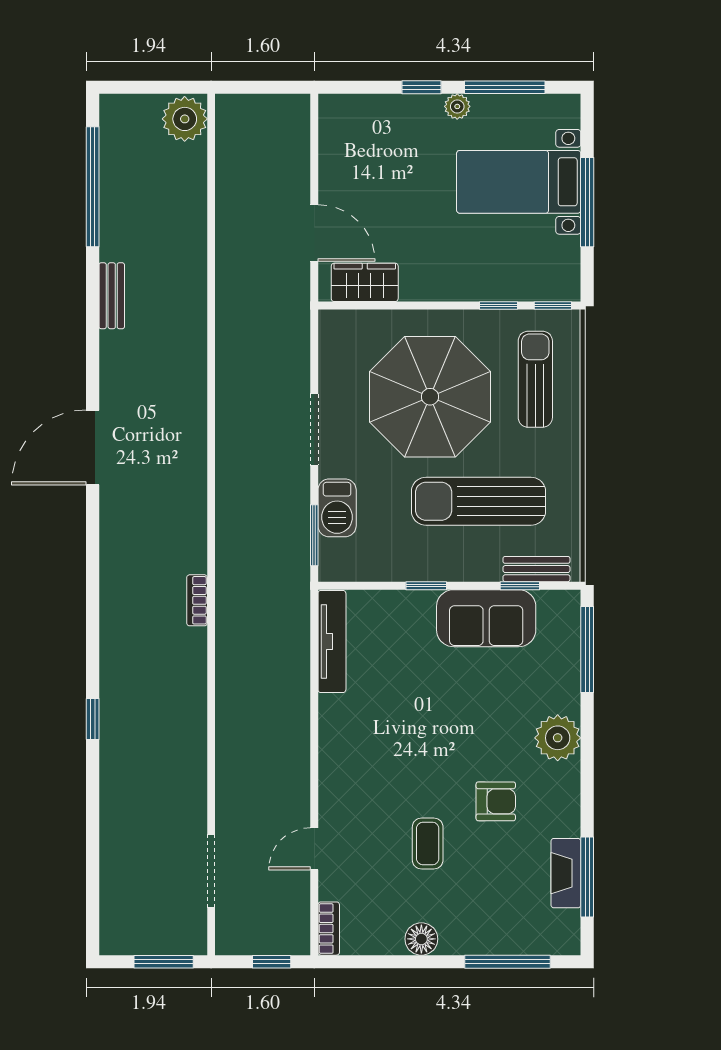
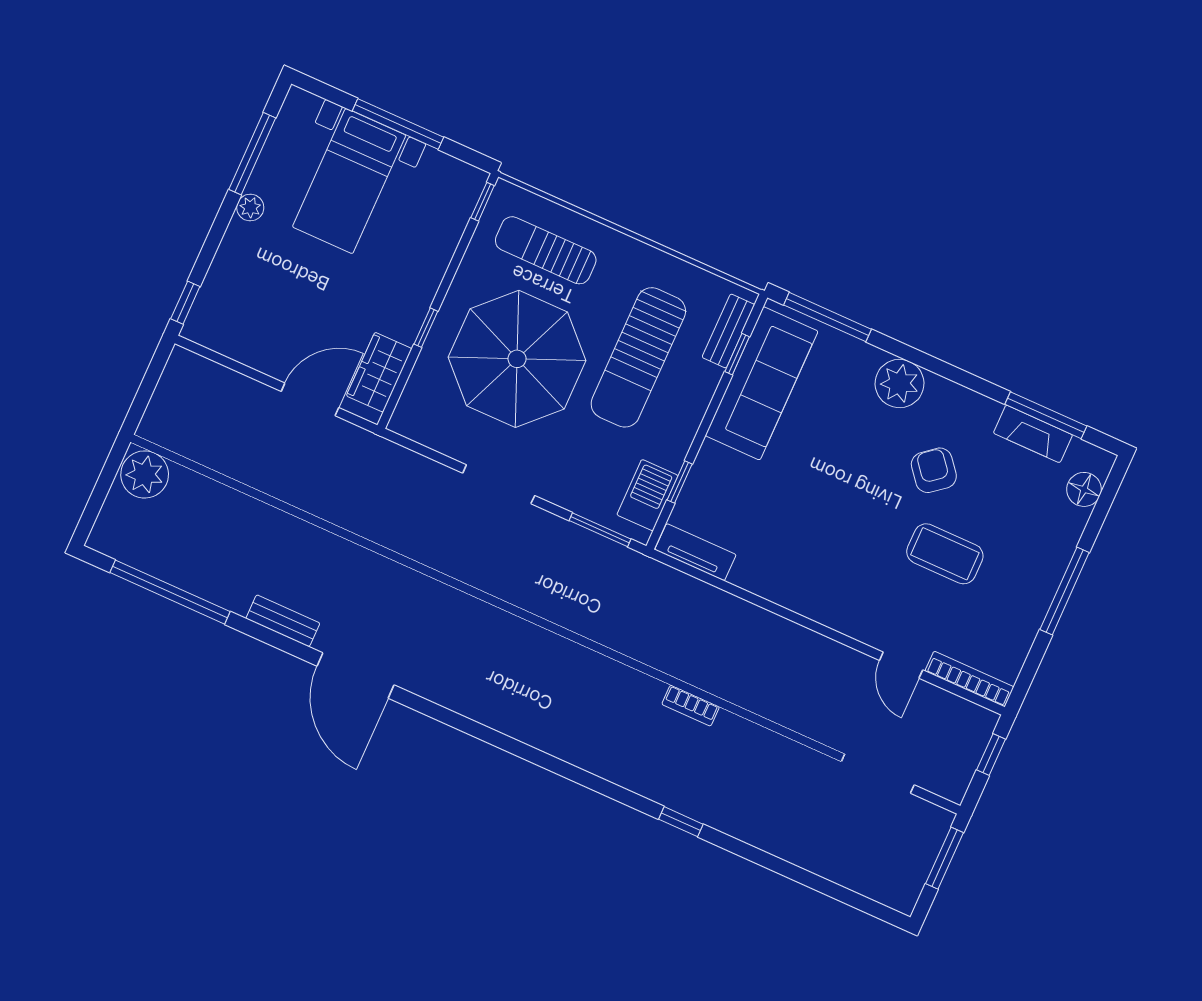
window: (422, 87) -> (185, 303), moved
window: (498, 306) -> (426, 328), moved
door: (93, 447) -> (355, 675), moved
barbecue: (337, 508) -> (647, 495), moved, turned -90
window: (426, 586) -> (680, 482), moved
bookcase: (197, 600) -> (691, 706), moved
sofa: (486, 618) -> (762, 383), width x1.36
tv unit: (332, 642) -> (695, 552), width x0.71
armchair: (496, 801) -> (934, 470), turned -39
coffee table: (428, 844) -> (945, 554), width x1.36, depth x1.30
bookcase: (329, 929) -> (969, 679), width x1.56
floor lamp: (421, 939) -> (1084, 489), moved
window: (507, 962) -> (1065, 591), moved

